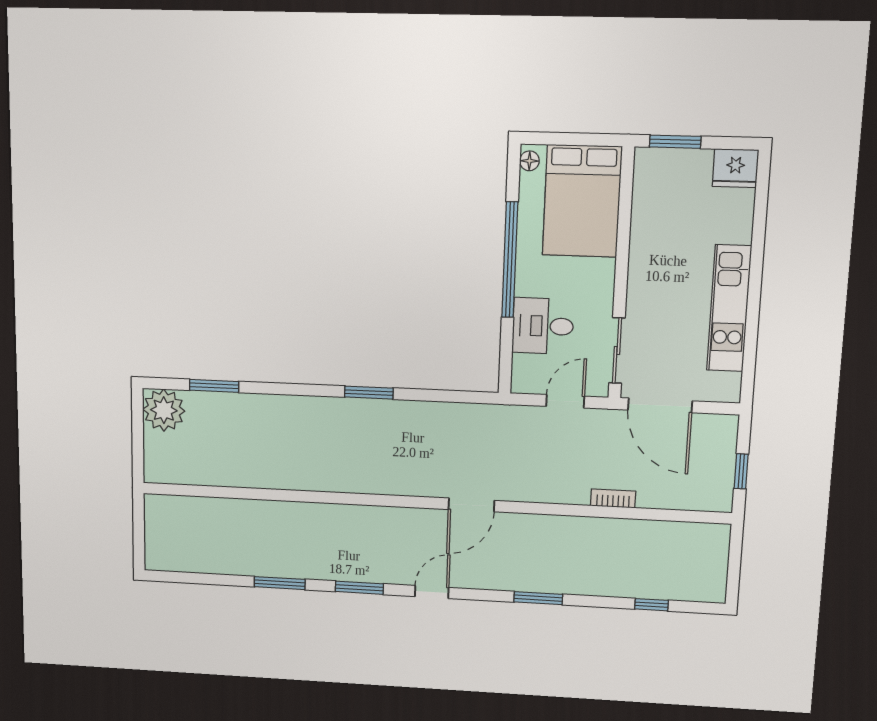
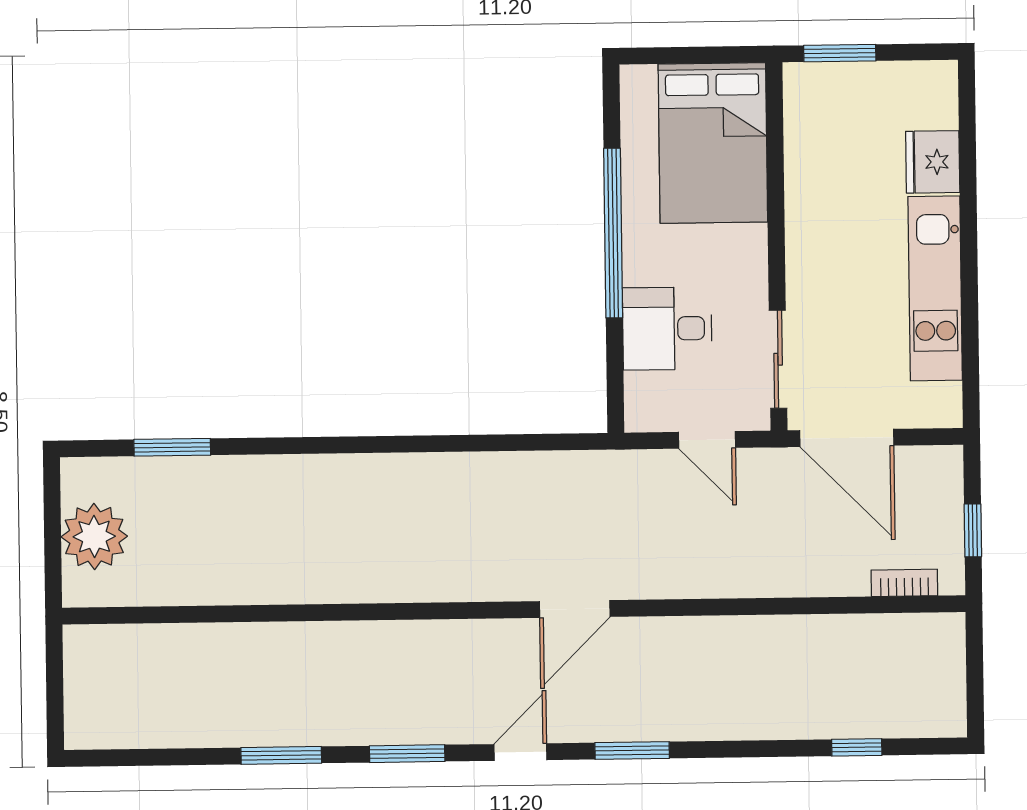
floor lamp: (529, 161) -> (634, 88), removed
fridge: (735, 168) -> (933, 162), moved, turned 90
window: (369, 393) -> (411, 444), removed
door: (565, 401) -> (707, 440), swing flipped
plant: (164, 410) -> (94, 536), moved
bookcase: (613, 498) -> (904, 583), moved
window: (538, 598) -> (632, 750), moved

